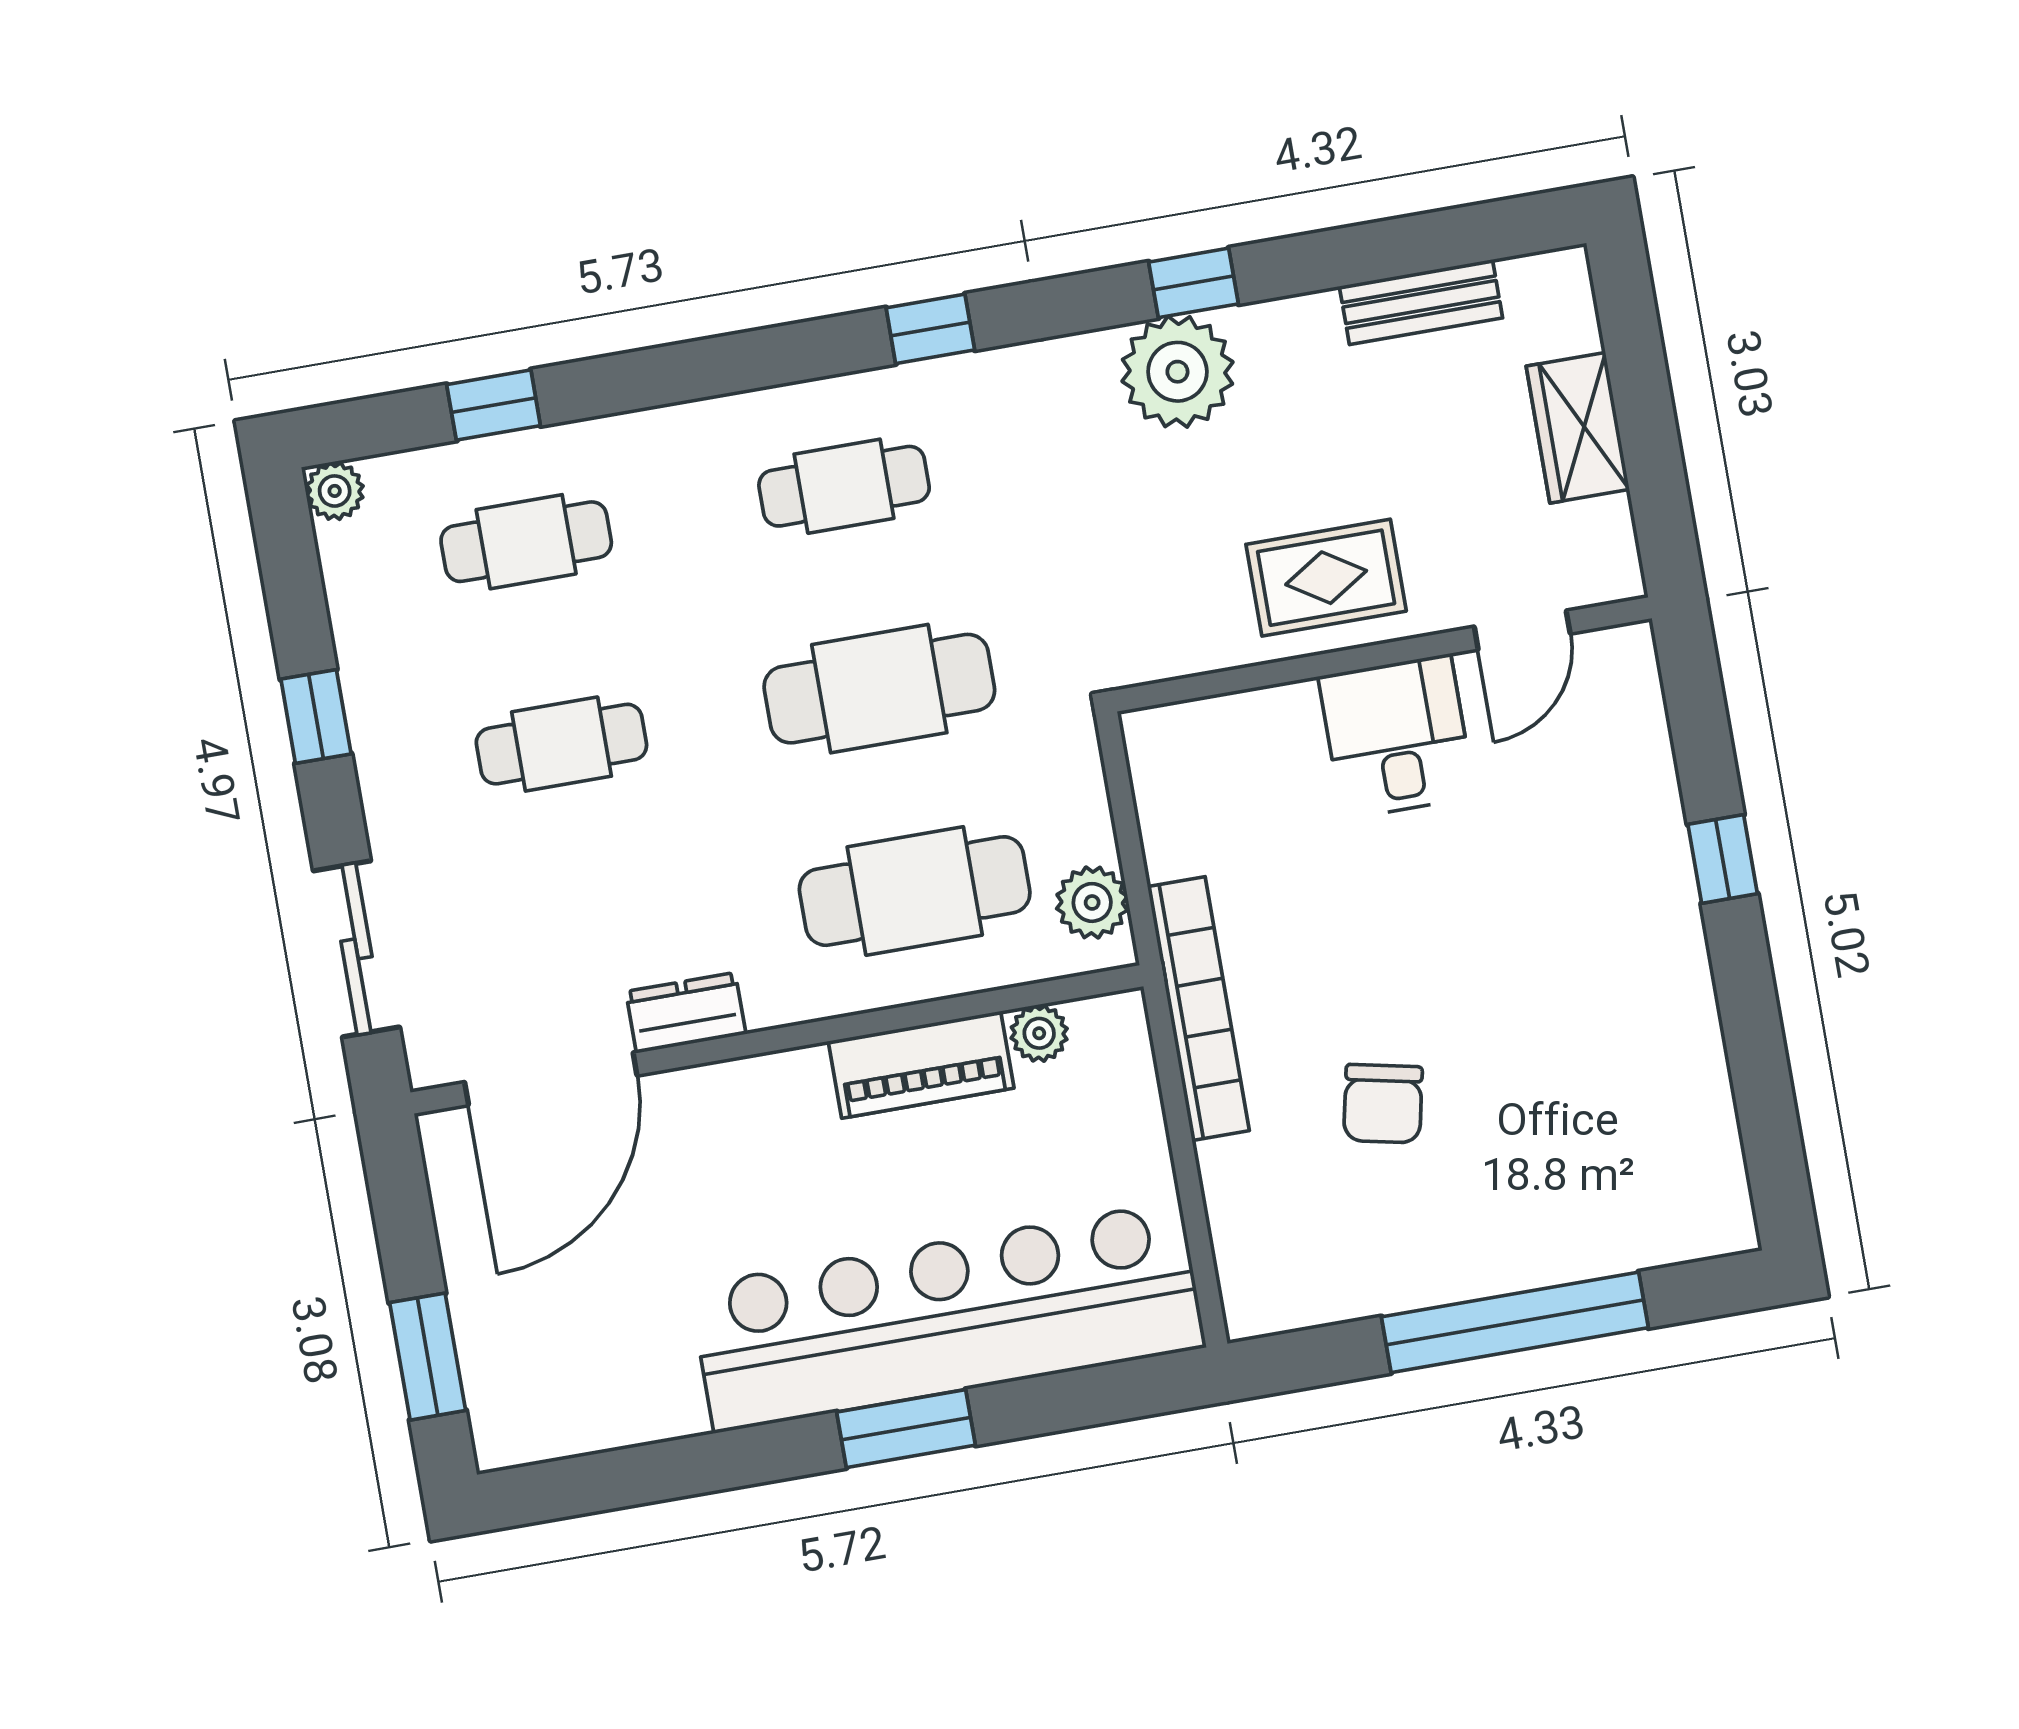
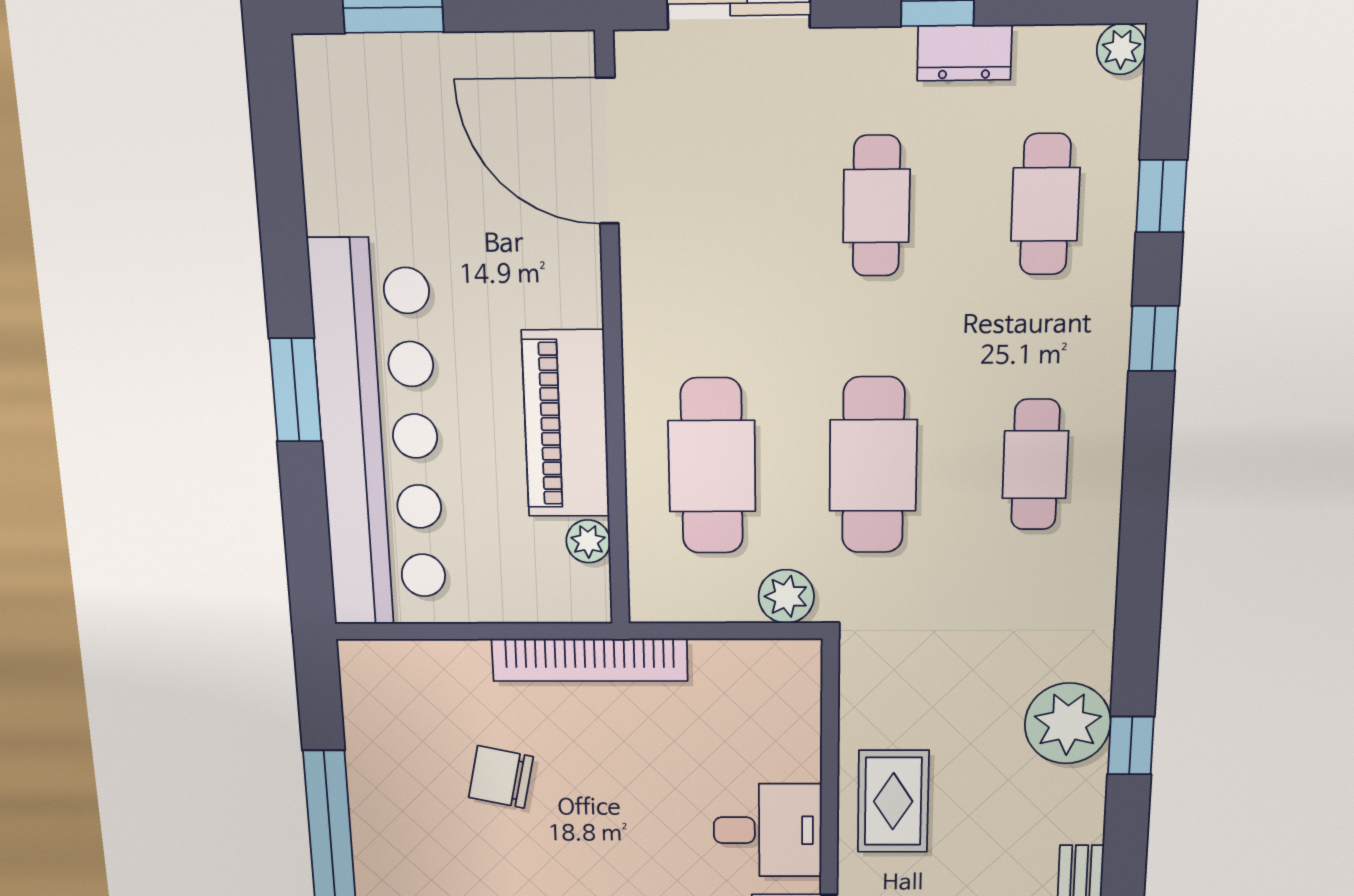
window: (930, 329) -> (1154, 339), moved
plant: (1092, 902) -> (786, 596), moved
dresser: (686, 1013) -> (964, 53), moved, turned 90
piano: (921, 1065) -> (566, 424), width x1.37, depth x1.33

